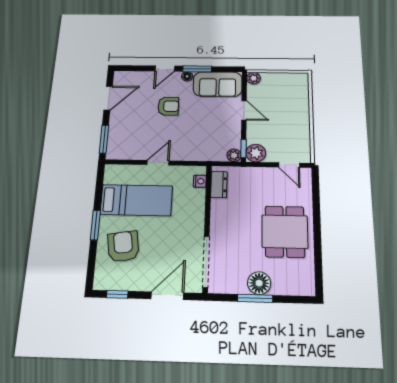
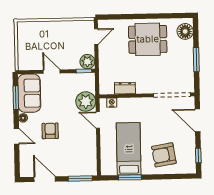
window: (197, 69) -> (16, 98), moved
plant: (254, 78) -> (23, 65), removed
door: (244, 110) -> (52, 72), hinge flipped
plant: (234, 155) -> (86, 101), moved, width x1.88, depth x1.88
door: (158, 163) -> (98, 120), moved
dresser: (219, 185) -> (125, 88), moved
window: (95, 225) -> (130, 177), moved
floor lamp: (259, 283) -> (185, 31), moved

